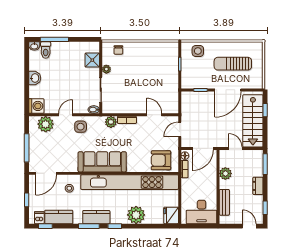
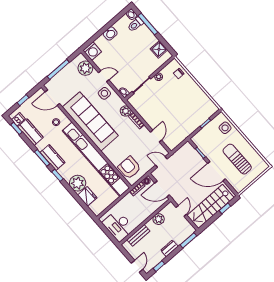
shower: (92, 60) -> (159, 49), moved
sofa: (102, 162) -> (90, 121), width x1.36, depth x1.27
fridge: (171, 215) -> (87, 196), moved, turned 90

